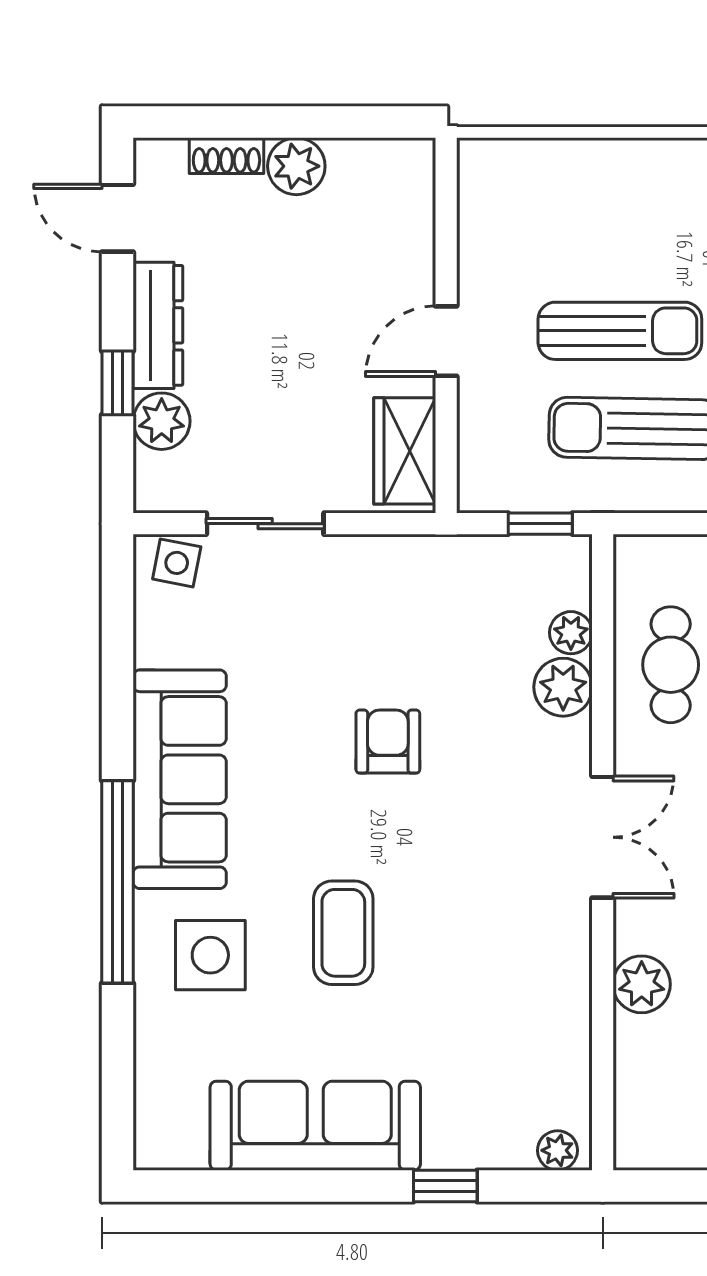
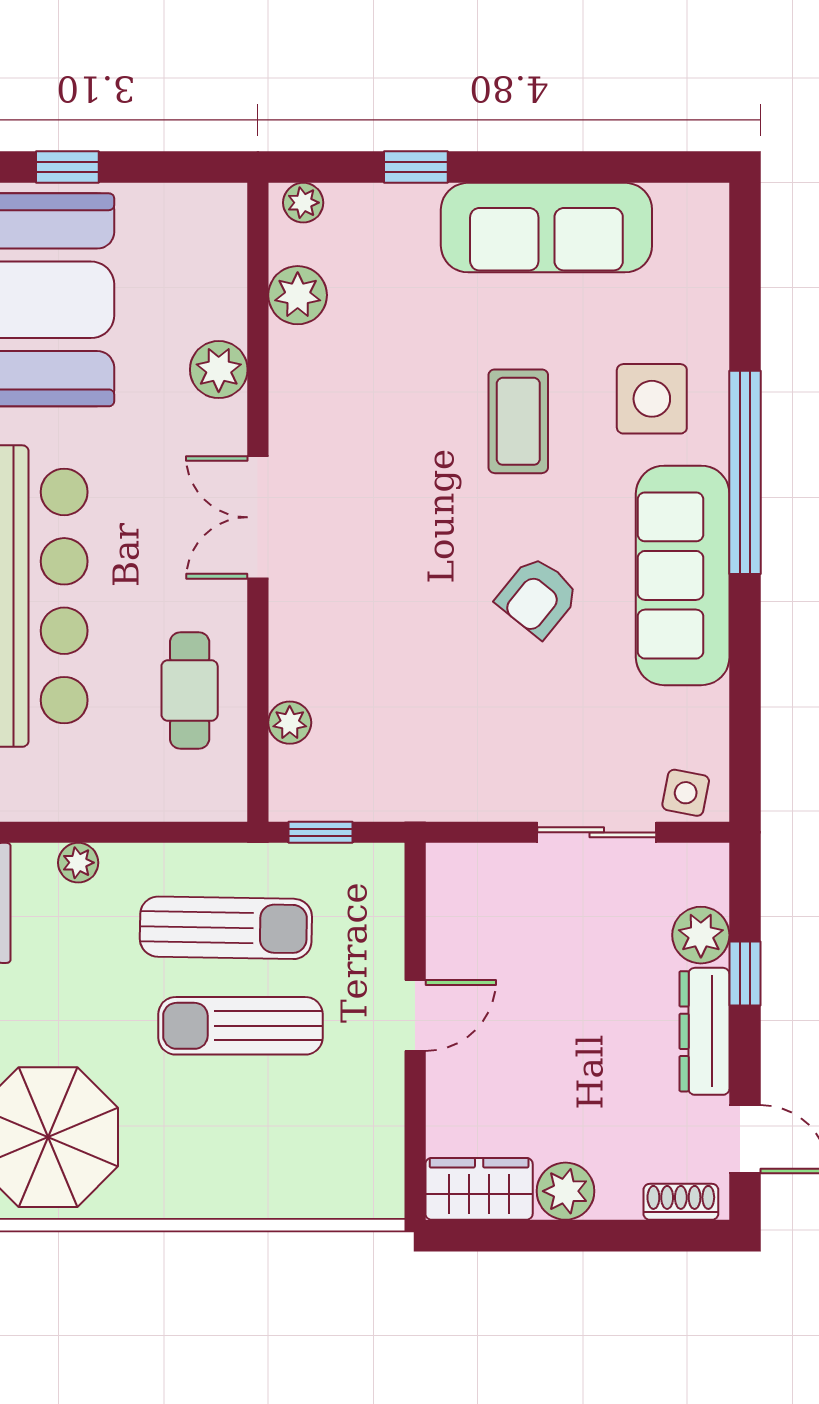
shoe rack: (226, 156) -> (681, 1202), moved
wardrobe: (405, 451) -> (479, 1189), moved, turned -90
plant: (563, 687) -> (298, 295), moved
armchair: (388, 742) -> (538, 597), moved, turned 39

